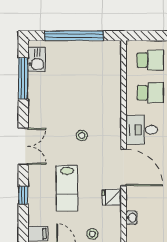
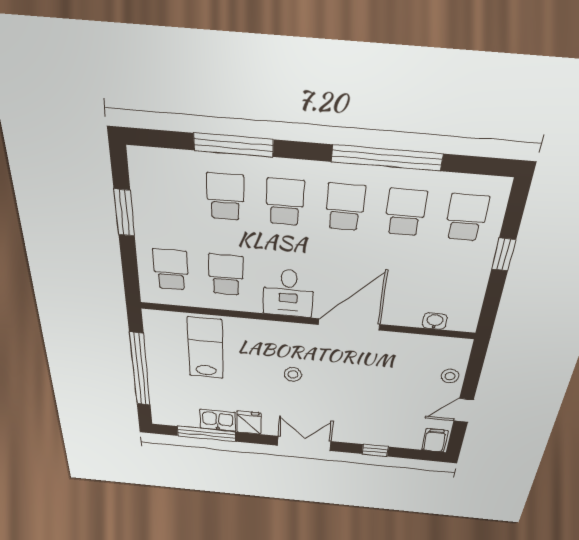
kitchen sink: (37, 59) -> (218, 420), moved
lab bench: (67, 188) -> (205, 348), moved, turned -90
fridge: (112, 197) -> (249, 423), moved, turned 180

